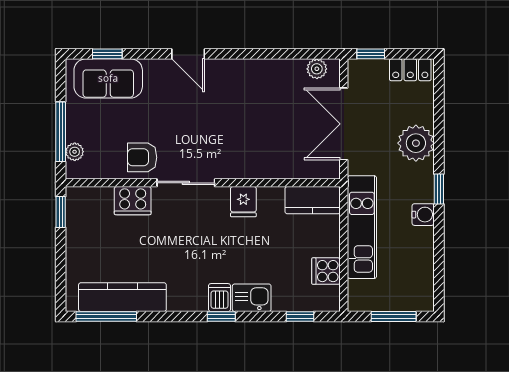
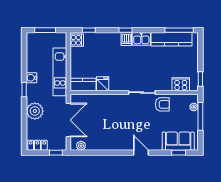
cooker: (133, 201) -> (181, 84), moved
fridge: (243, 202) -> (103, 84), moved
cooker: (326, 271) -> (77, 40), moved
kitchen sink: (252, 298) -> (141, 39), moved

